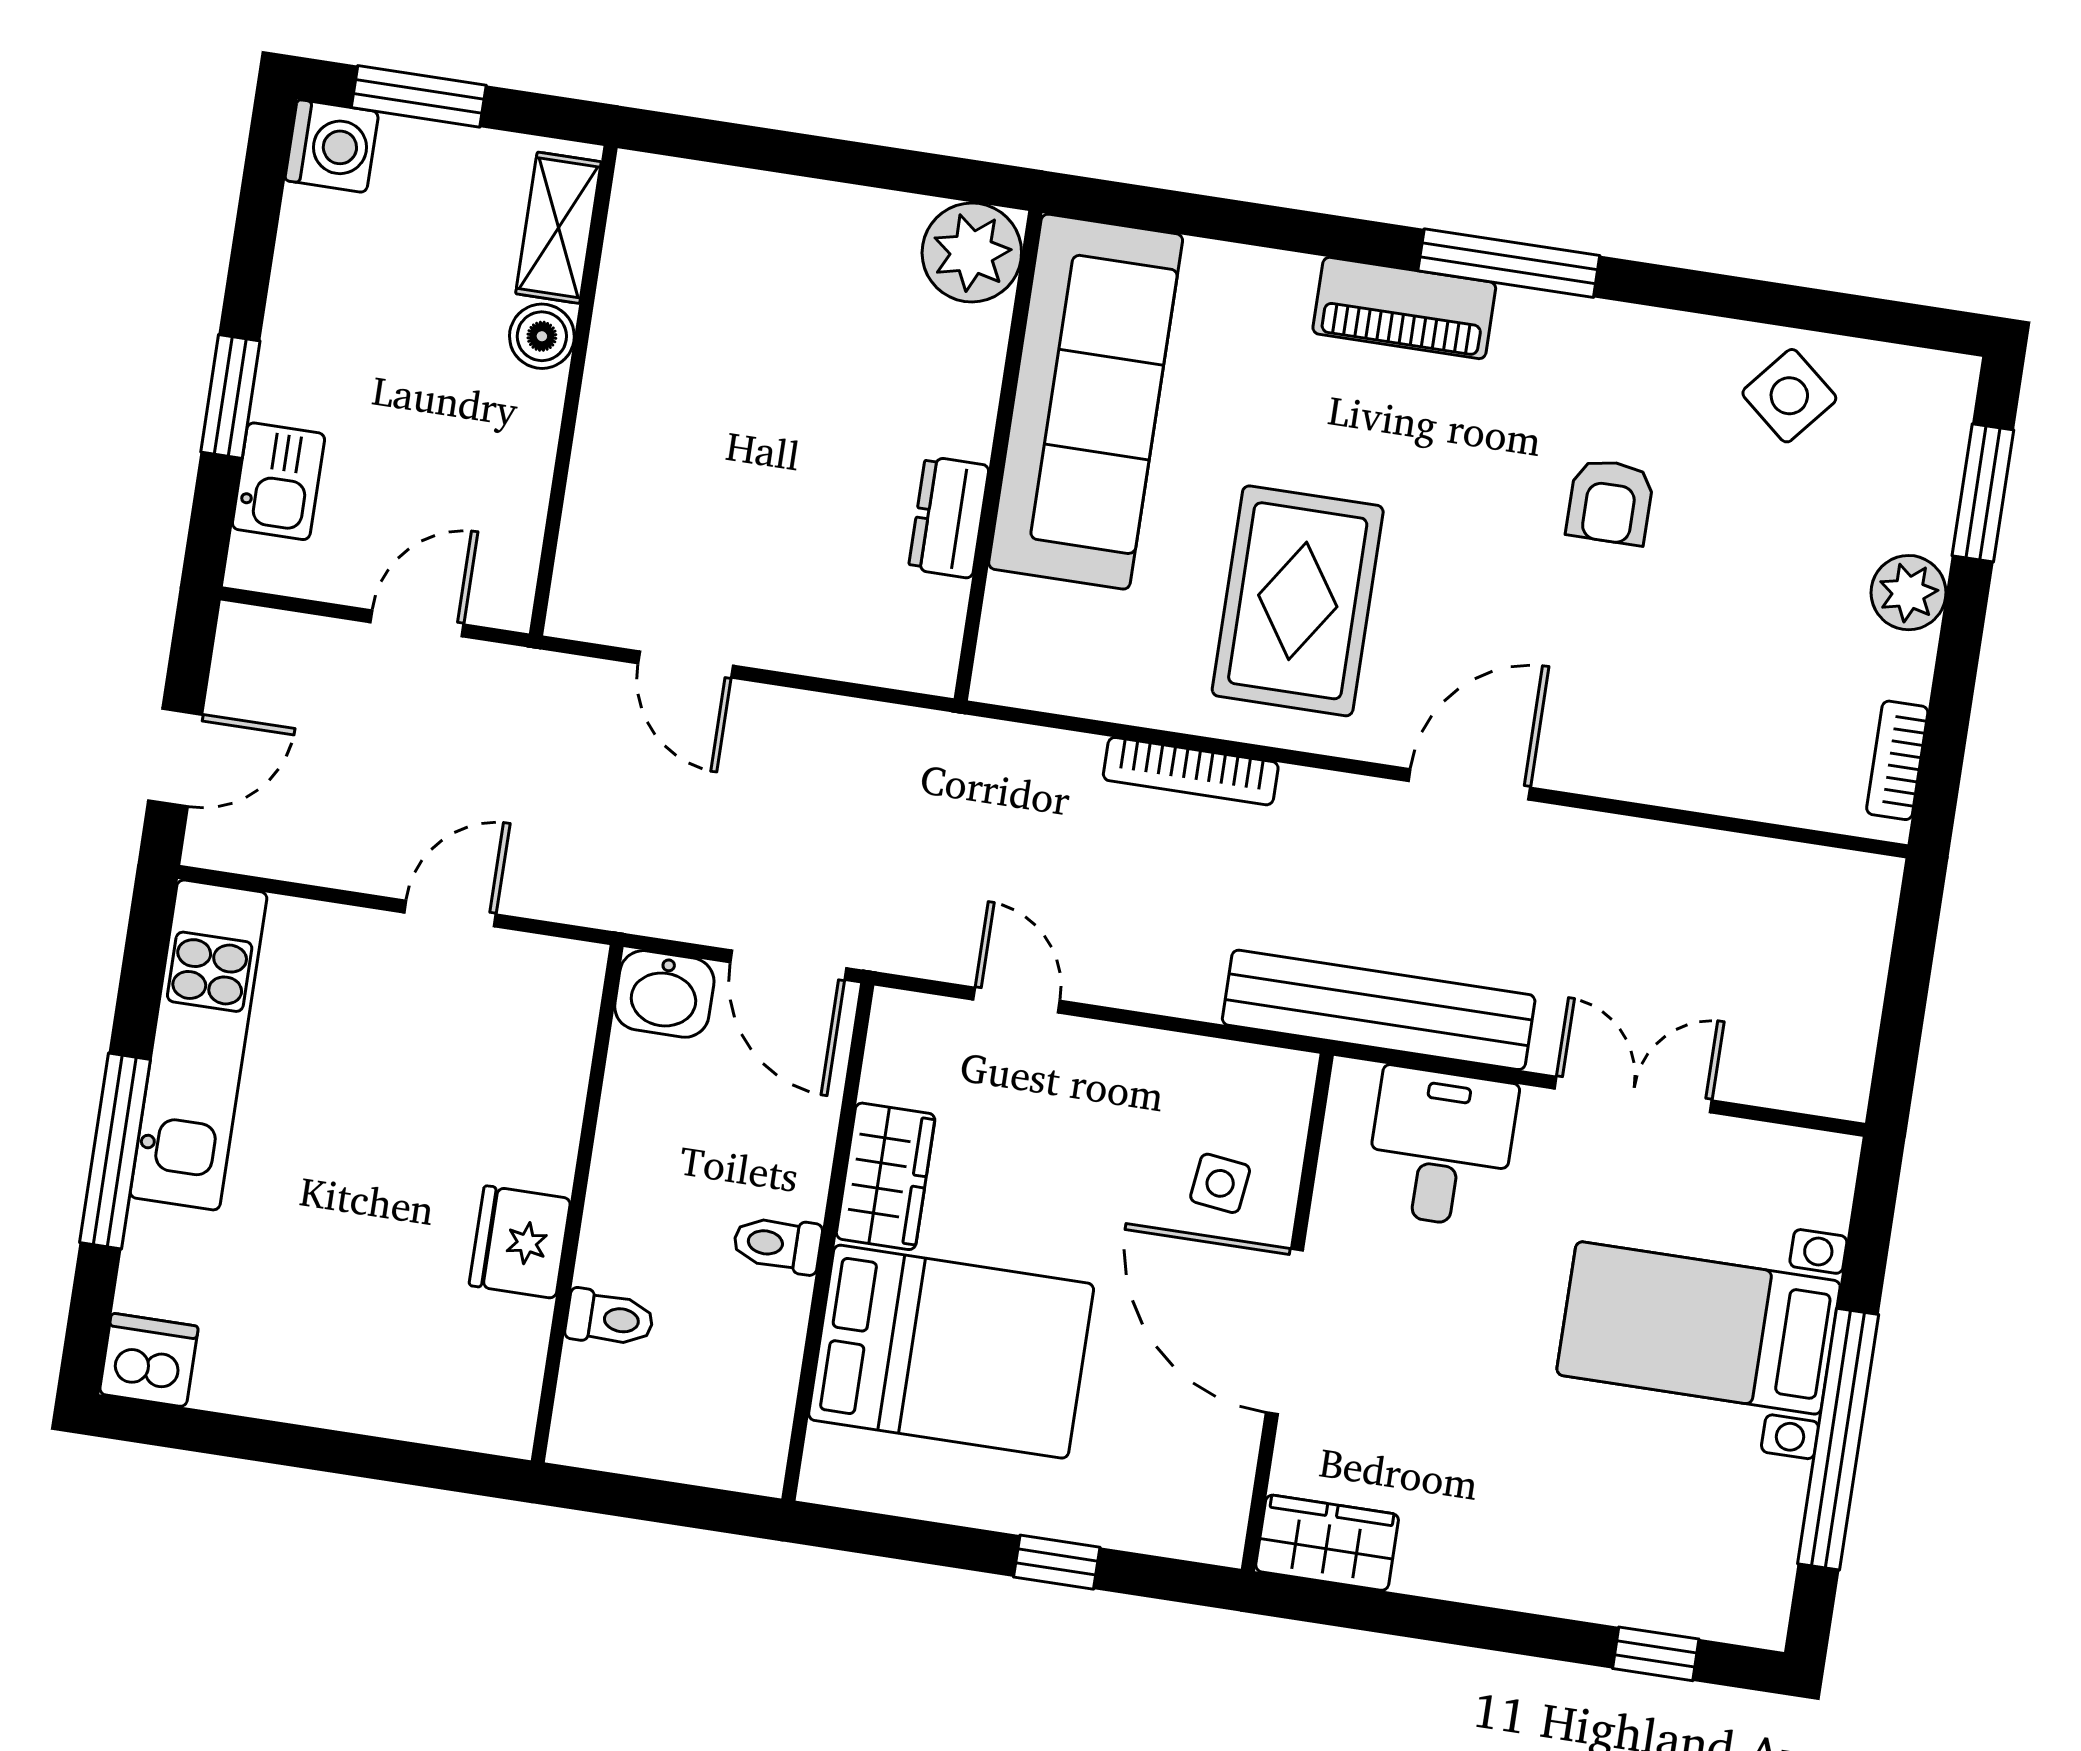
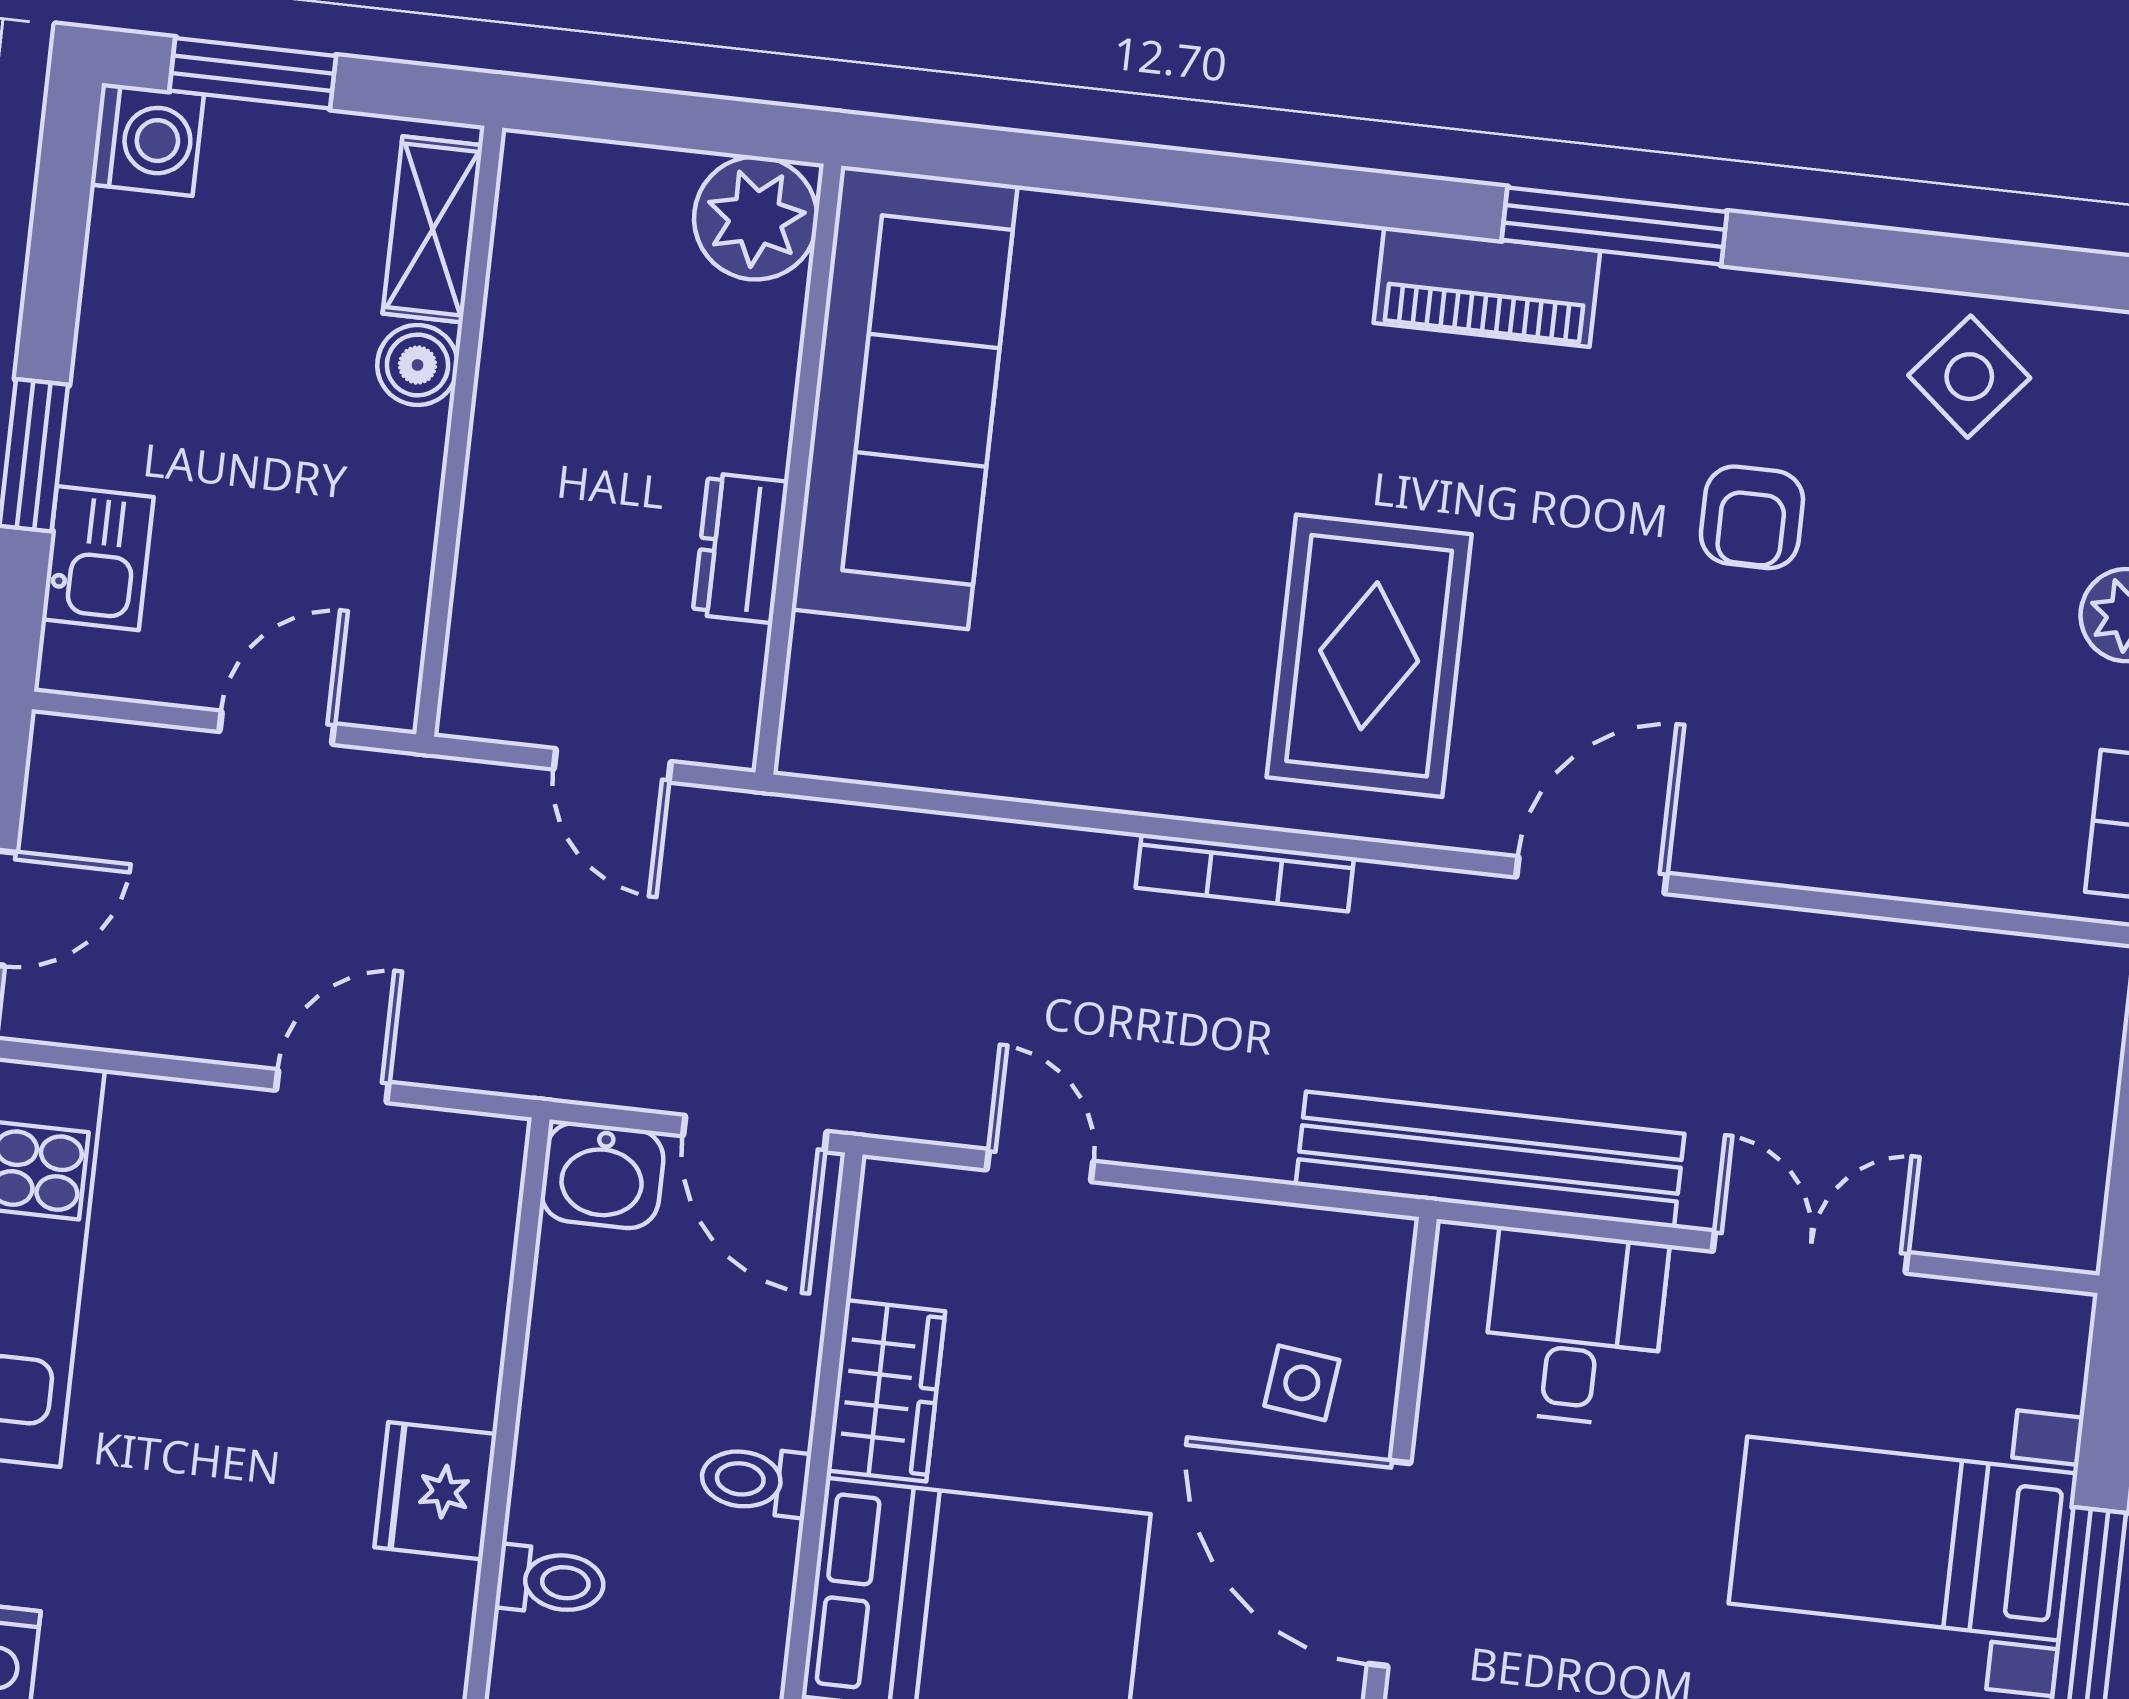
plant: (972, 252) -> (756, 218), moved
sofa: (1086, 402) -> (905, 398), moved
wall: (998, 456) -> (798, 469), moved
dresser: (949, 517) -> (740, 548), moved

